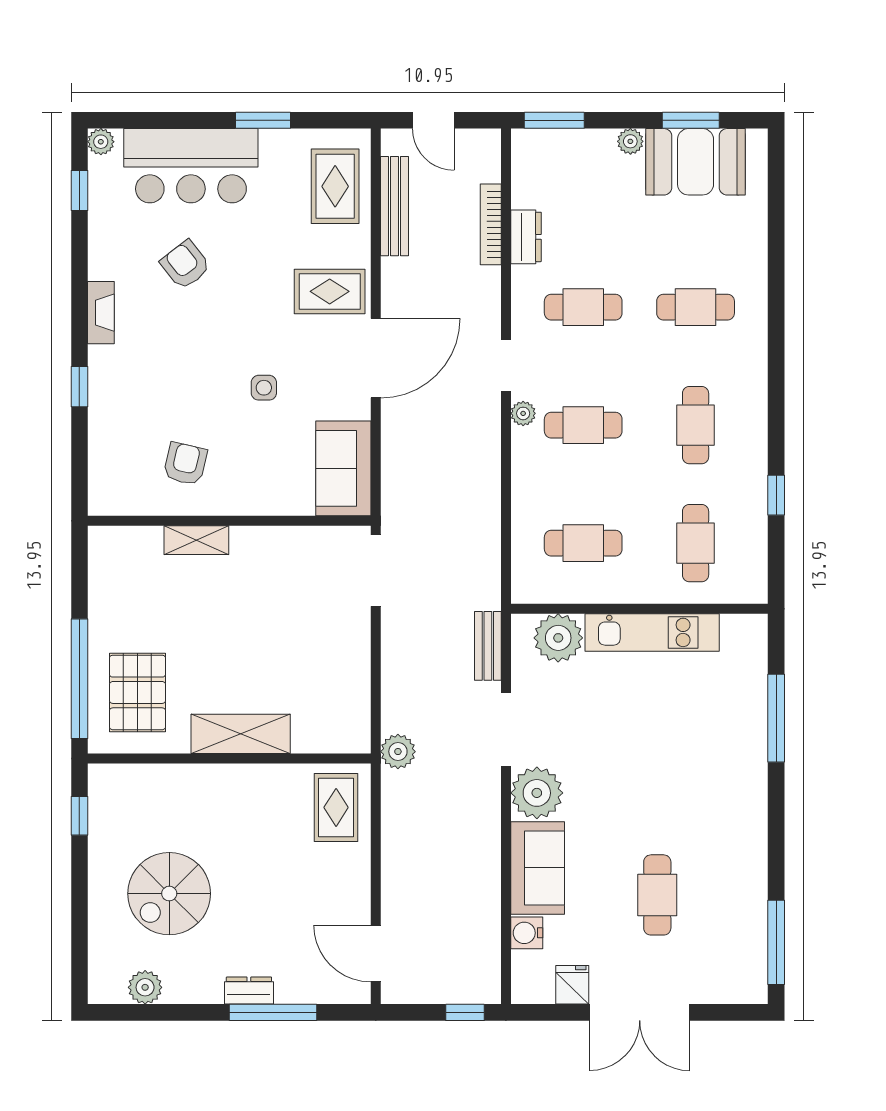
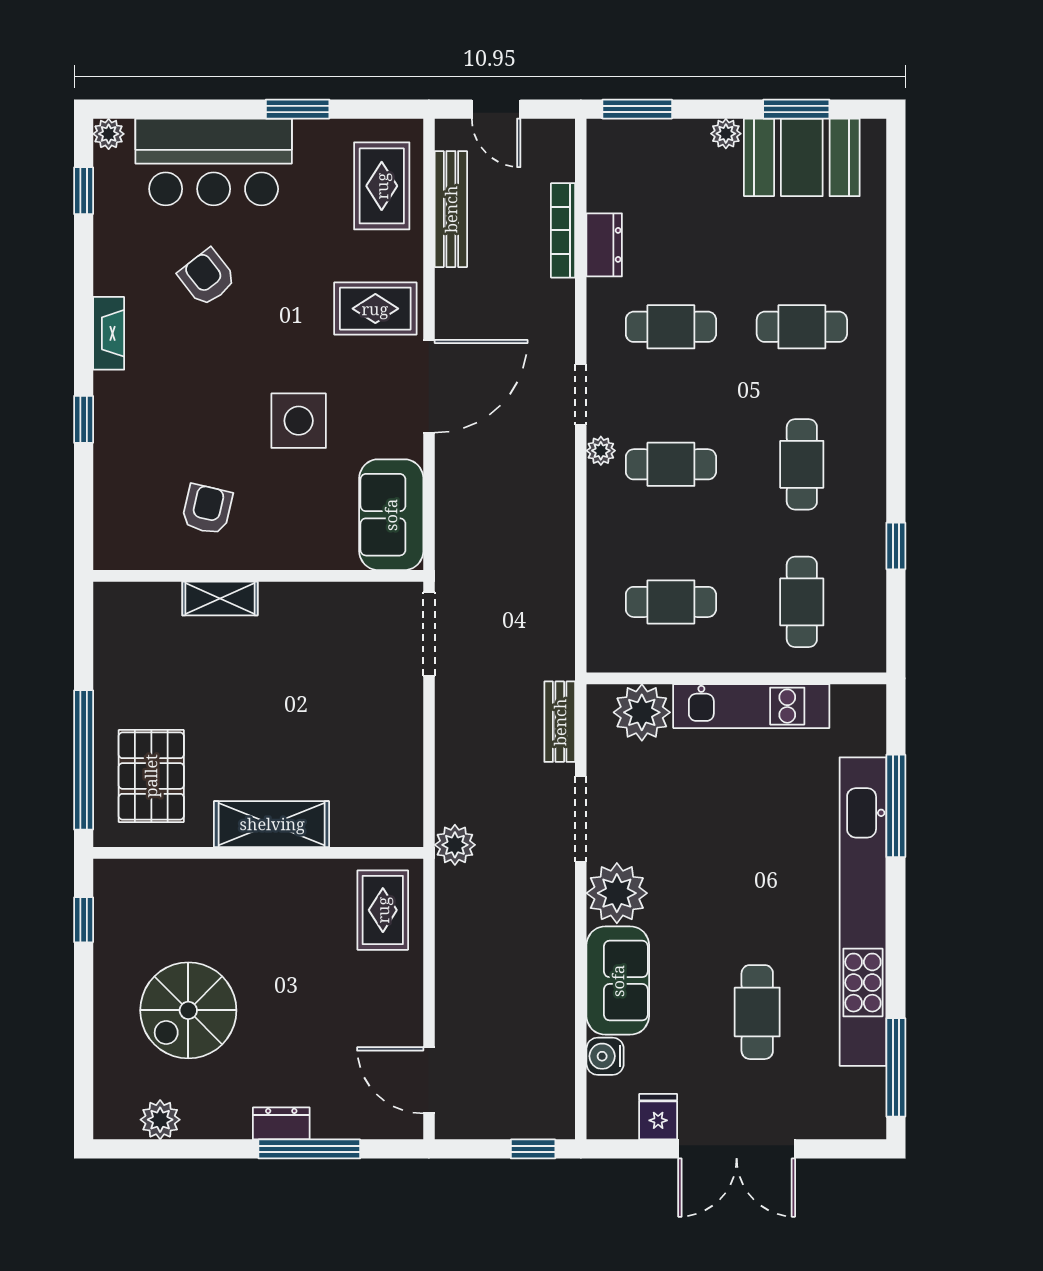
side table: (264, 388) -> (299, 421), width x1.87, depth x1.87
kitchen unit: (748, 809) -> (863, 912), added

